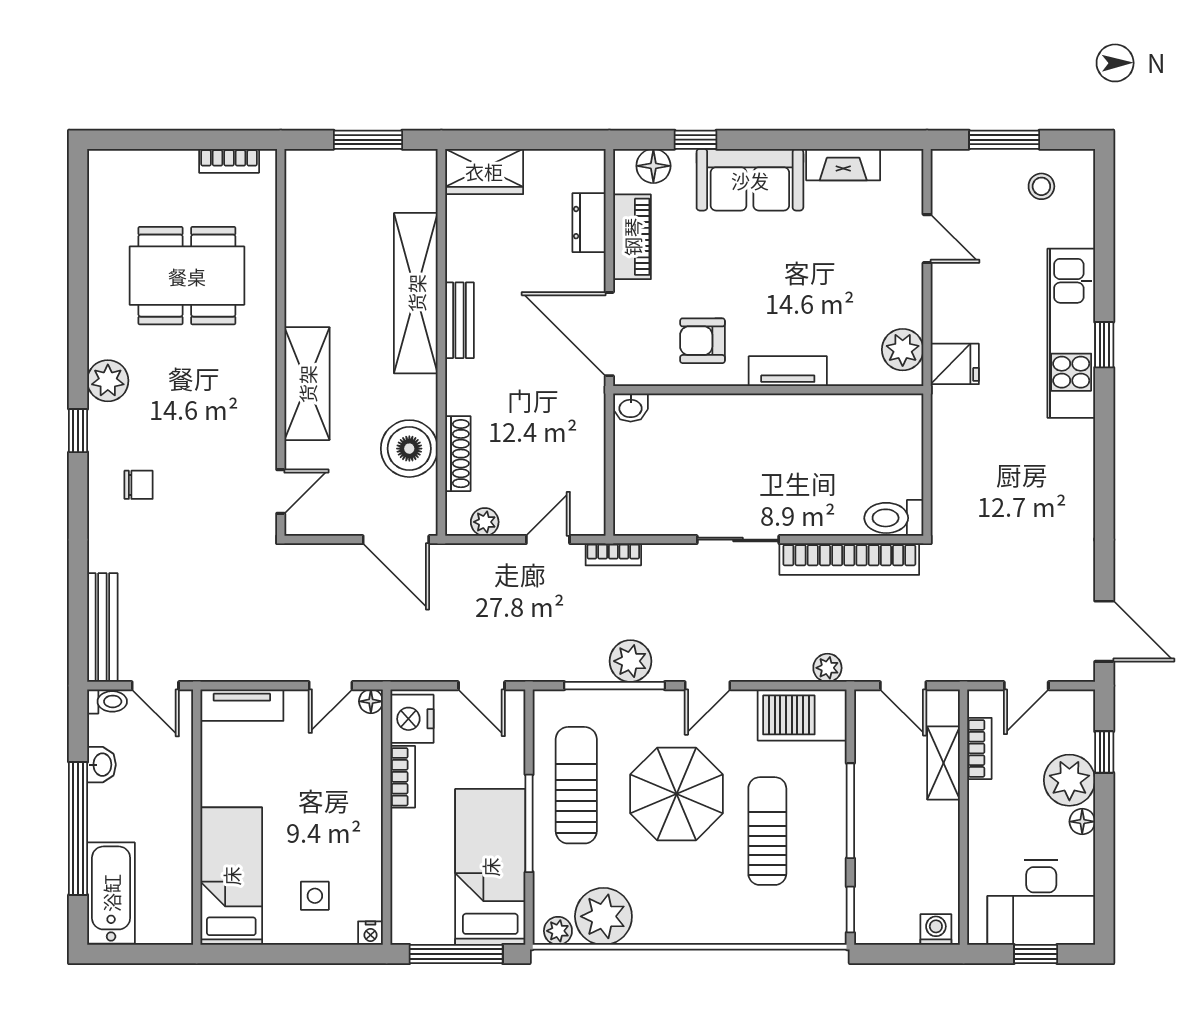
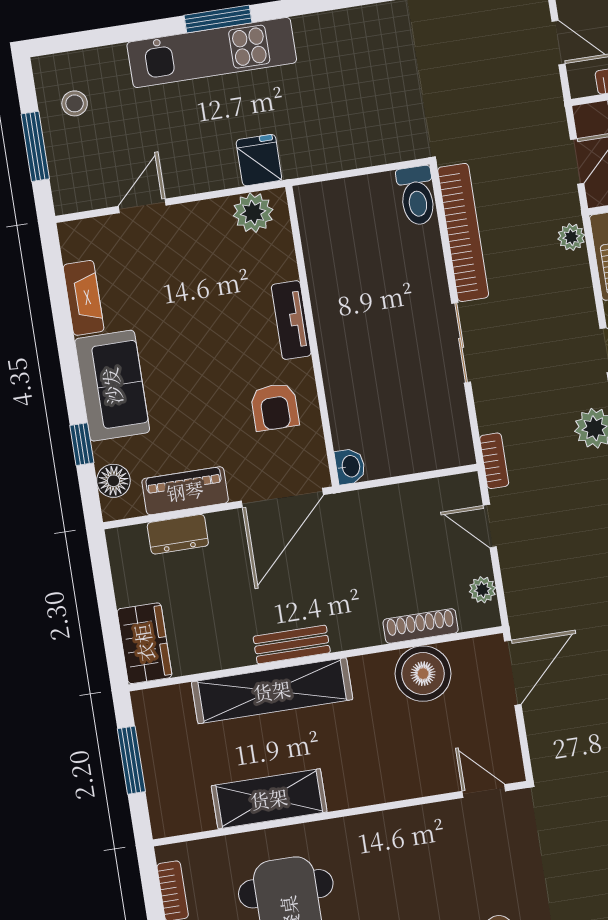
window: (1104, 345) -> (218, 19), width x1.50
shelving: (307, 384) -> (269, 799), moved

